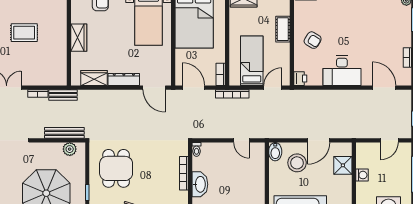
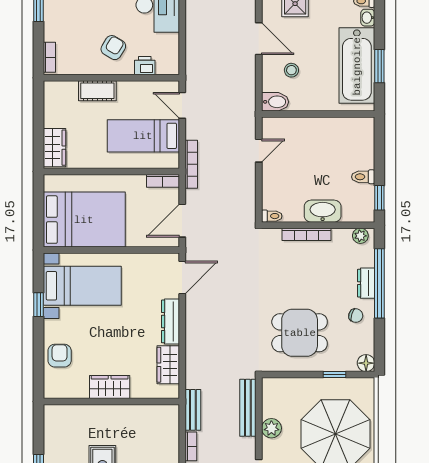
printer: (300, 79) -> (145, 66), moved
plant: (70, 149) -> (271, 428), moved
stool: (297, 163) -> (291, 70), width x0.53, depth x0.53

